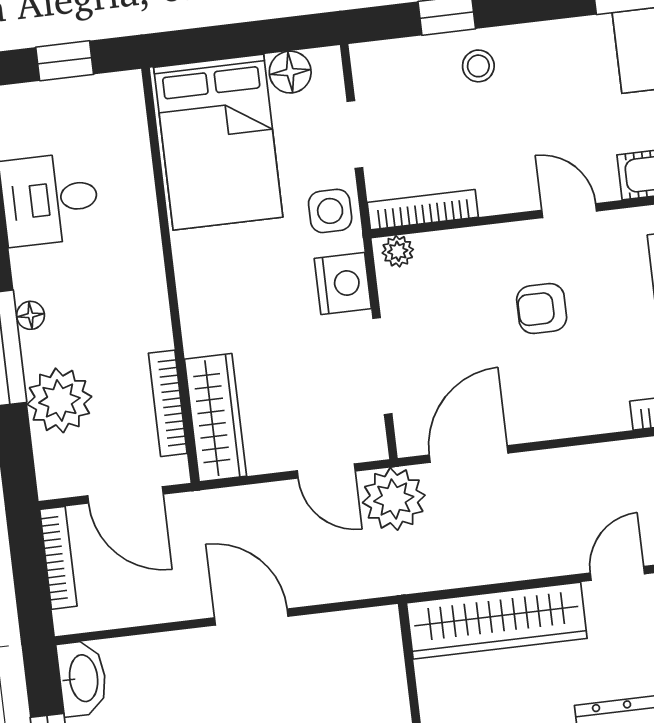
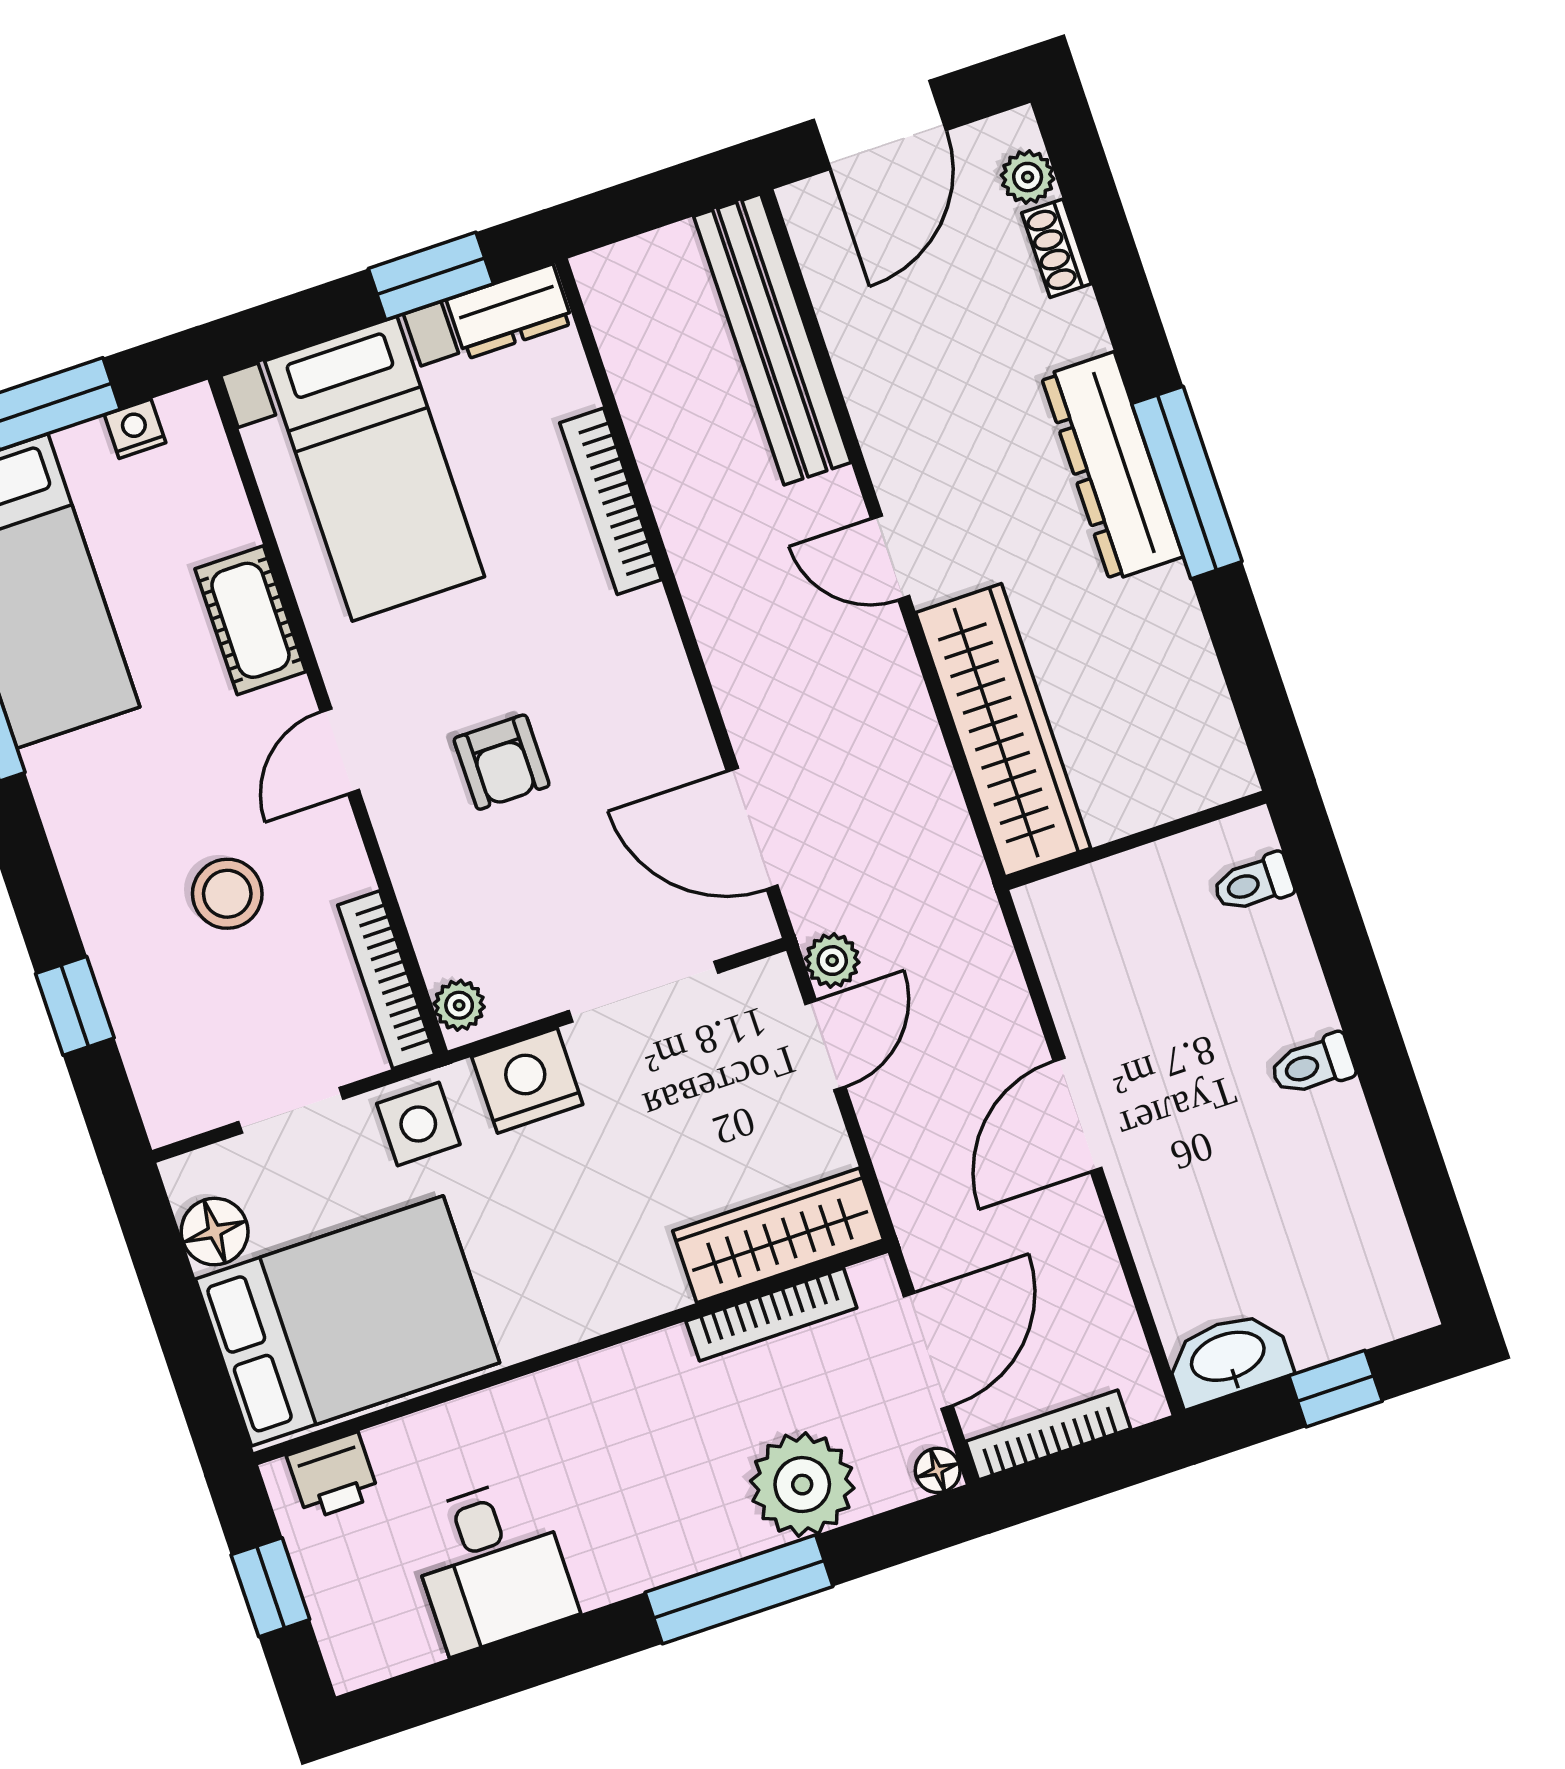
stool: (478, 66) -> (227, 894), moved, width x1.37, depth x1.37
printer: (125, 113) -> (333, 1476), added
floor lamp: (30, 315) -> (938, 1470), moved
plant: (394, 499) -> (832, 961), width x0.53, depth x0.53

